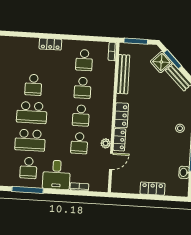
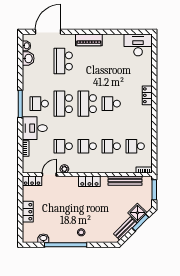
locker: (50, 44) -> (147, 95), moved
locker: (119, 140) -> (32, 181), moved
door: (111, 161) -> (49, 175), swing flipped

